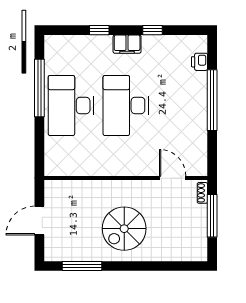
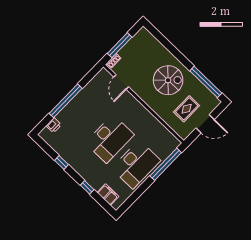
filing cabinet: (127, 44) -> (108, 195), moved
window: (39, 88) -> (166, 164), moved
rug: (75, 217) -> (187, 109), added
window: (82, 266) -> (206, 82), width x1.46

